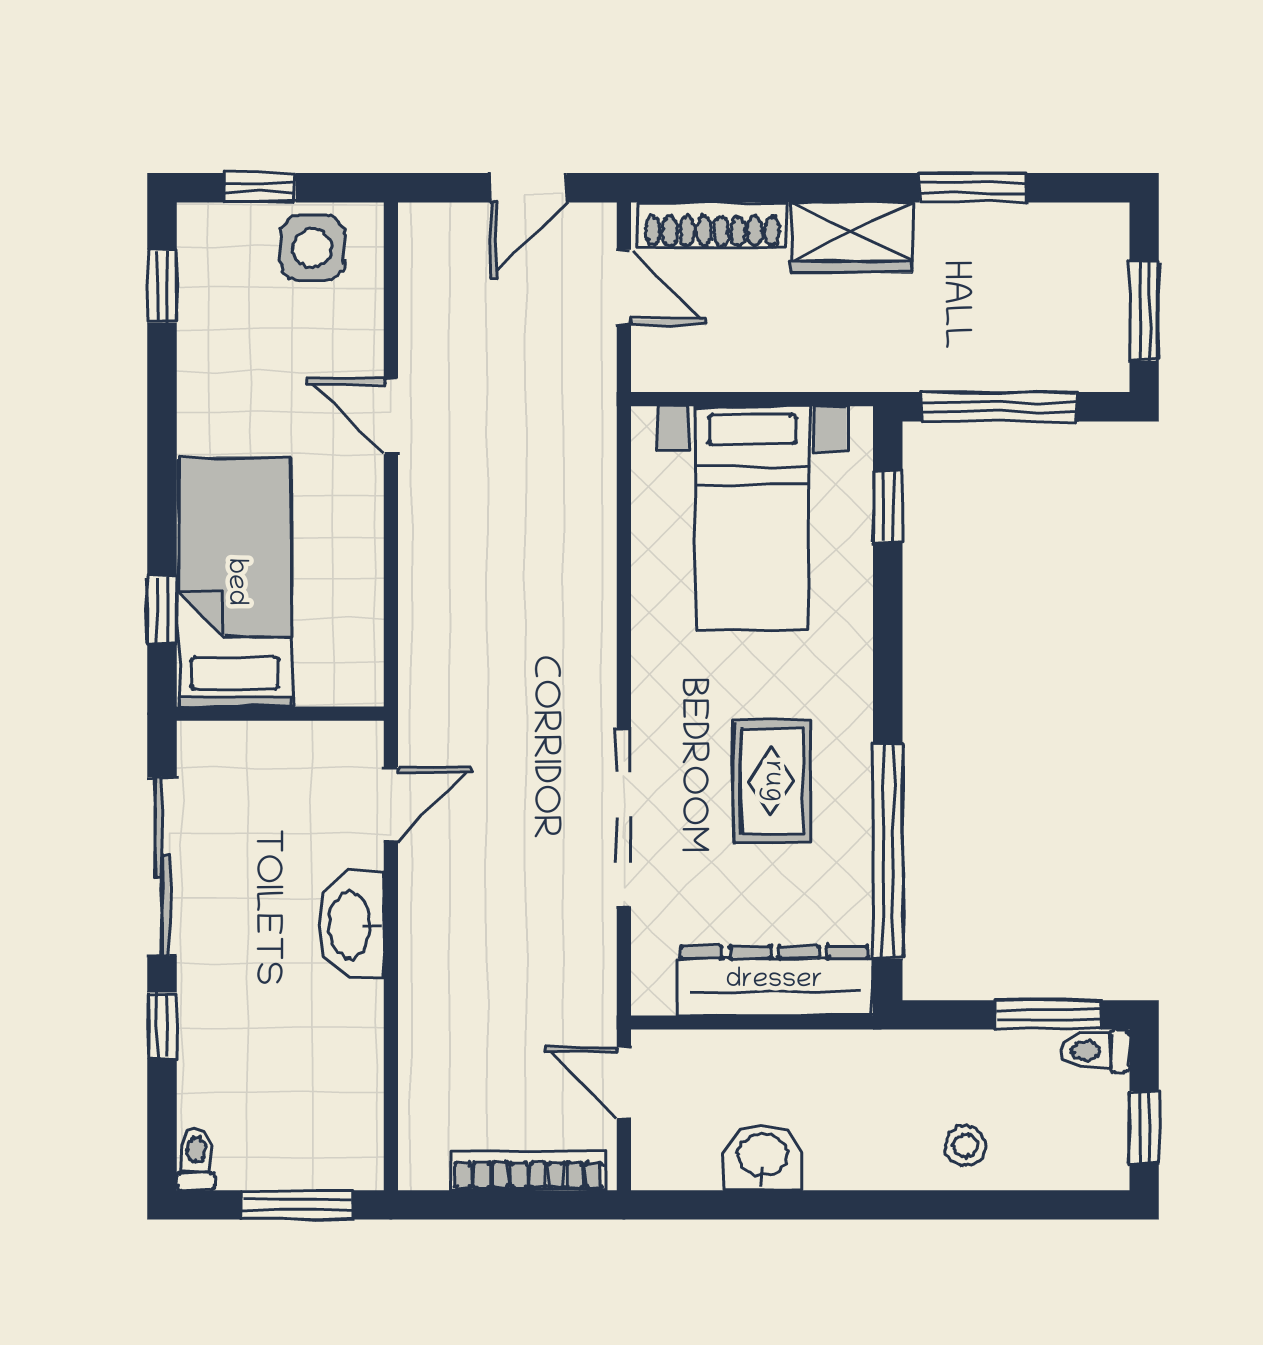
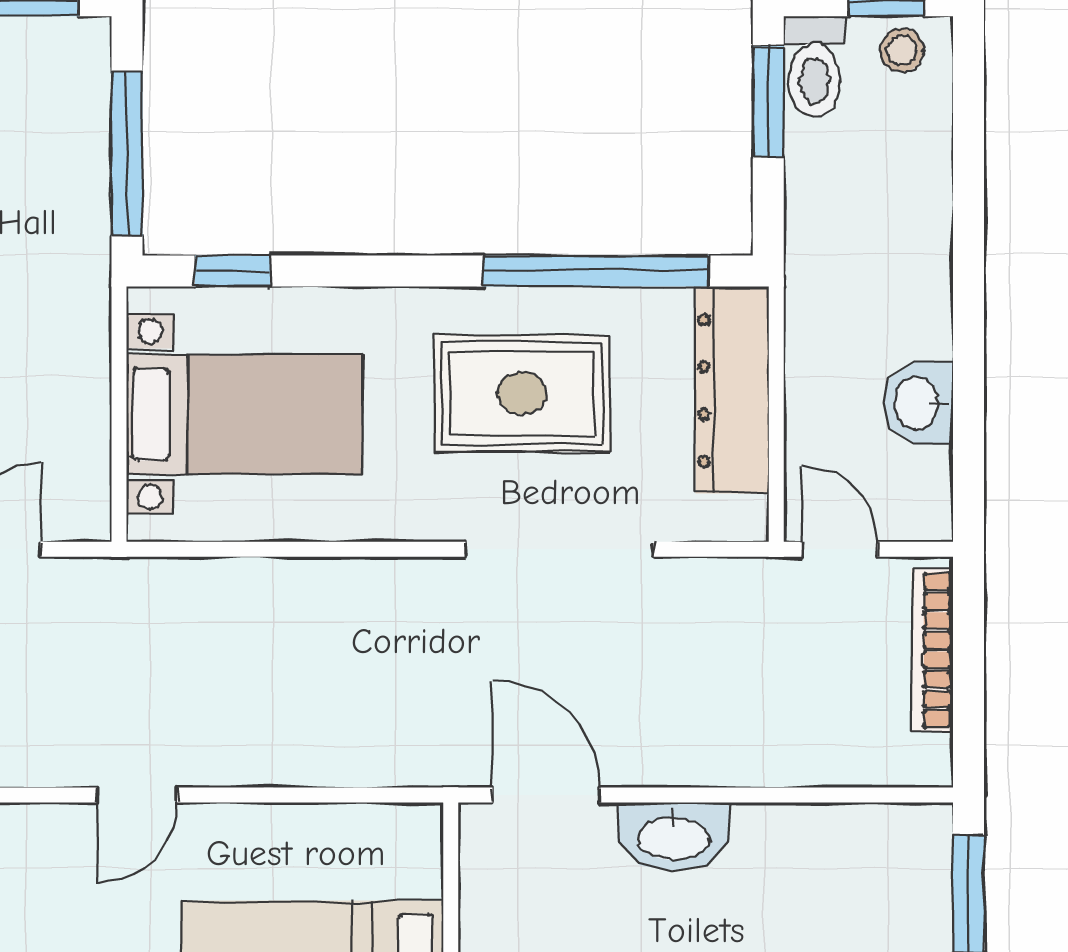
rug: (772, 781) -> (522, 393), width x1.36, depth x1.43
door: (391, 804) -> (546, 795), width x1.38
toilet: (1095, 1051) -> (814, 67), width x1.37, depth x1.39
door: (624, 1083) -> (840, 549), swing flipped
stool: (966, 1146) -> (902, 50), moved

